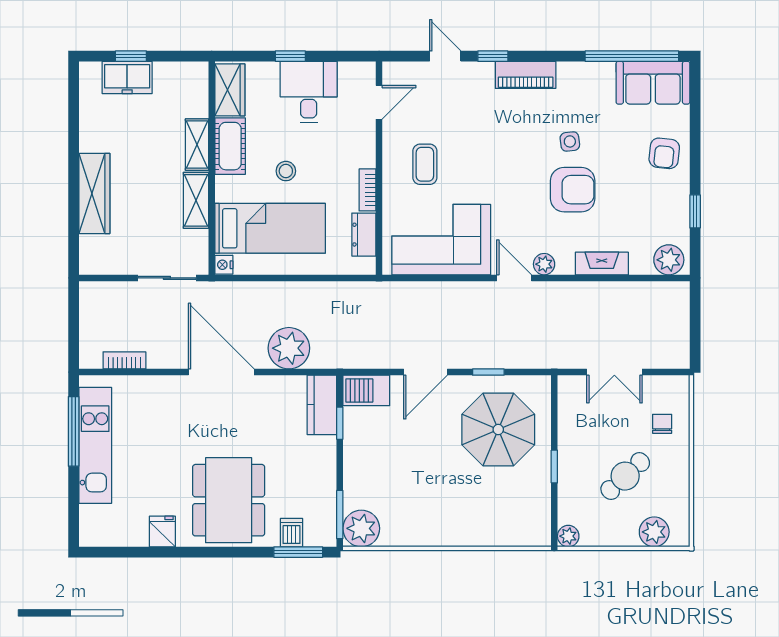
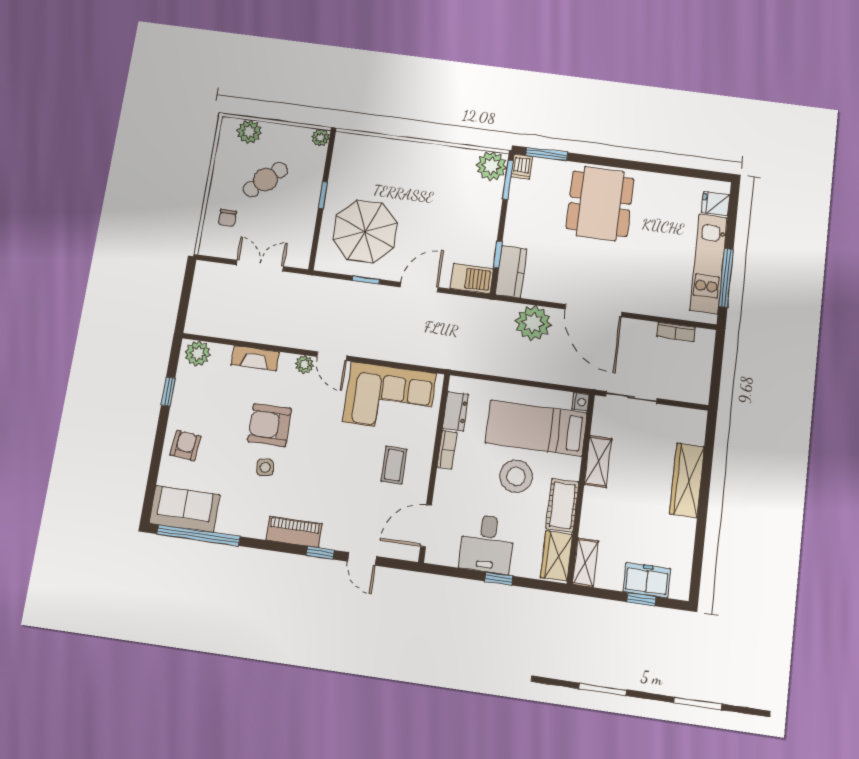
door: (379, 102) -> (426, 526), width x1.38
shelving: (197, 145) -> (585, 563), moved
stool: (286, 171) -> (516, 476), width x1.89, depth x1.89
fridge: (162, 531) -> (716, 204), moved, turned 90
dishwasher: (292, 533) -> (522, 167), moved

